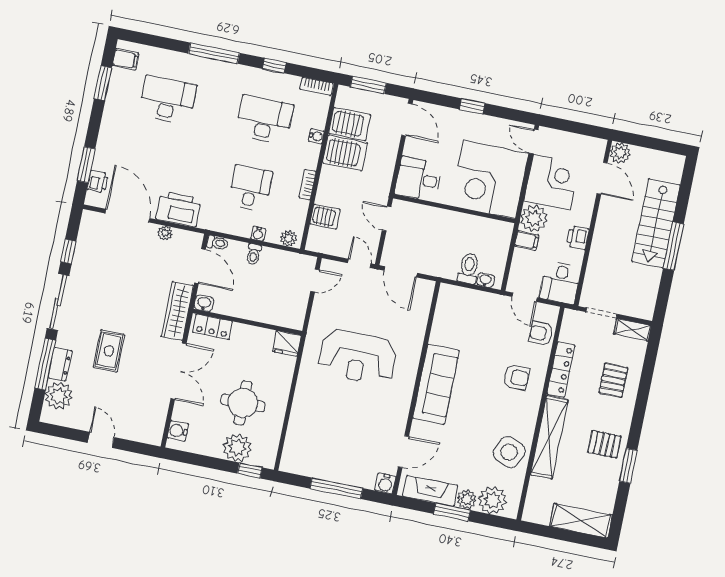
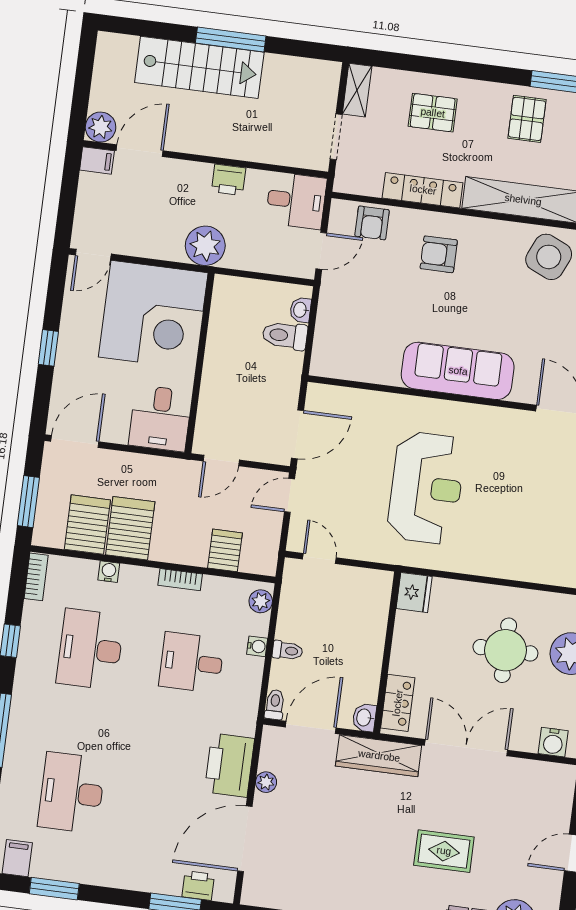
corner desk: (552, 182) -> (151, 224), removed
filing cabinet: (527, 241) -> (97, 160), moved, turned 90
armchair: (516, 377) -> (439, 254), turned -90

